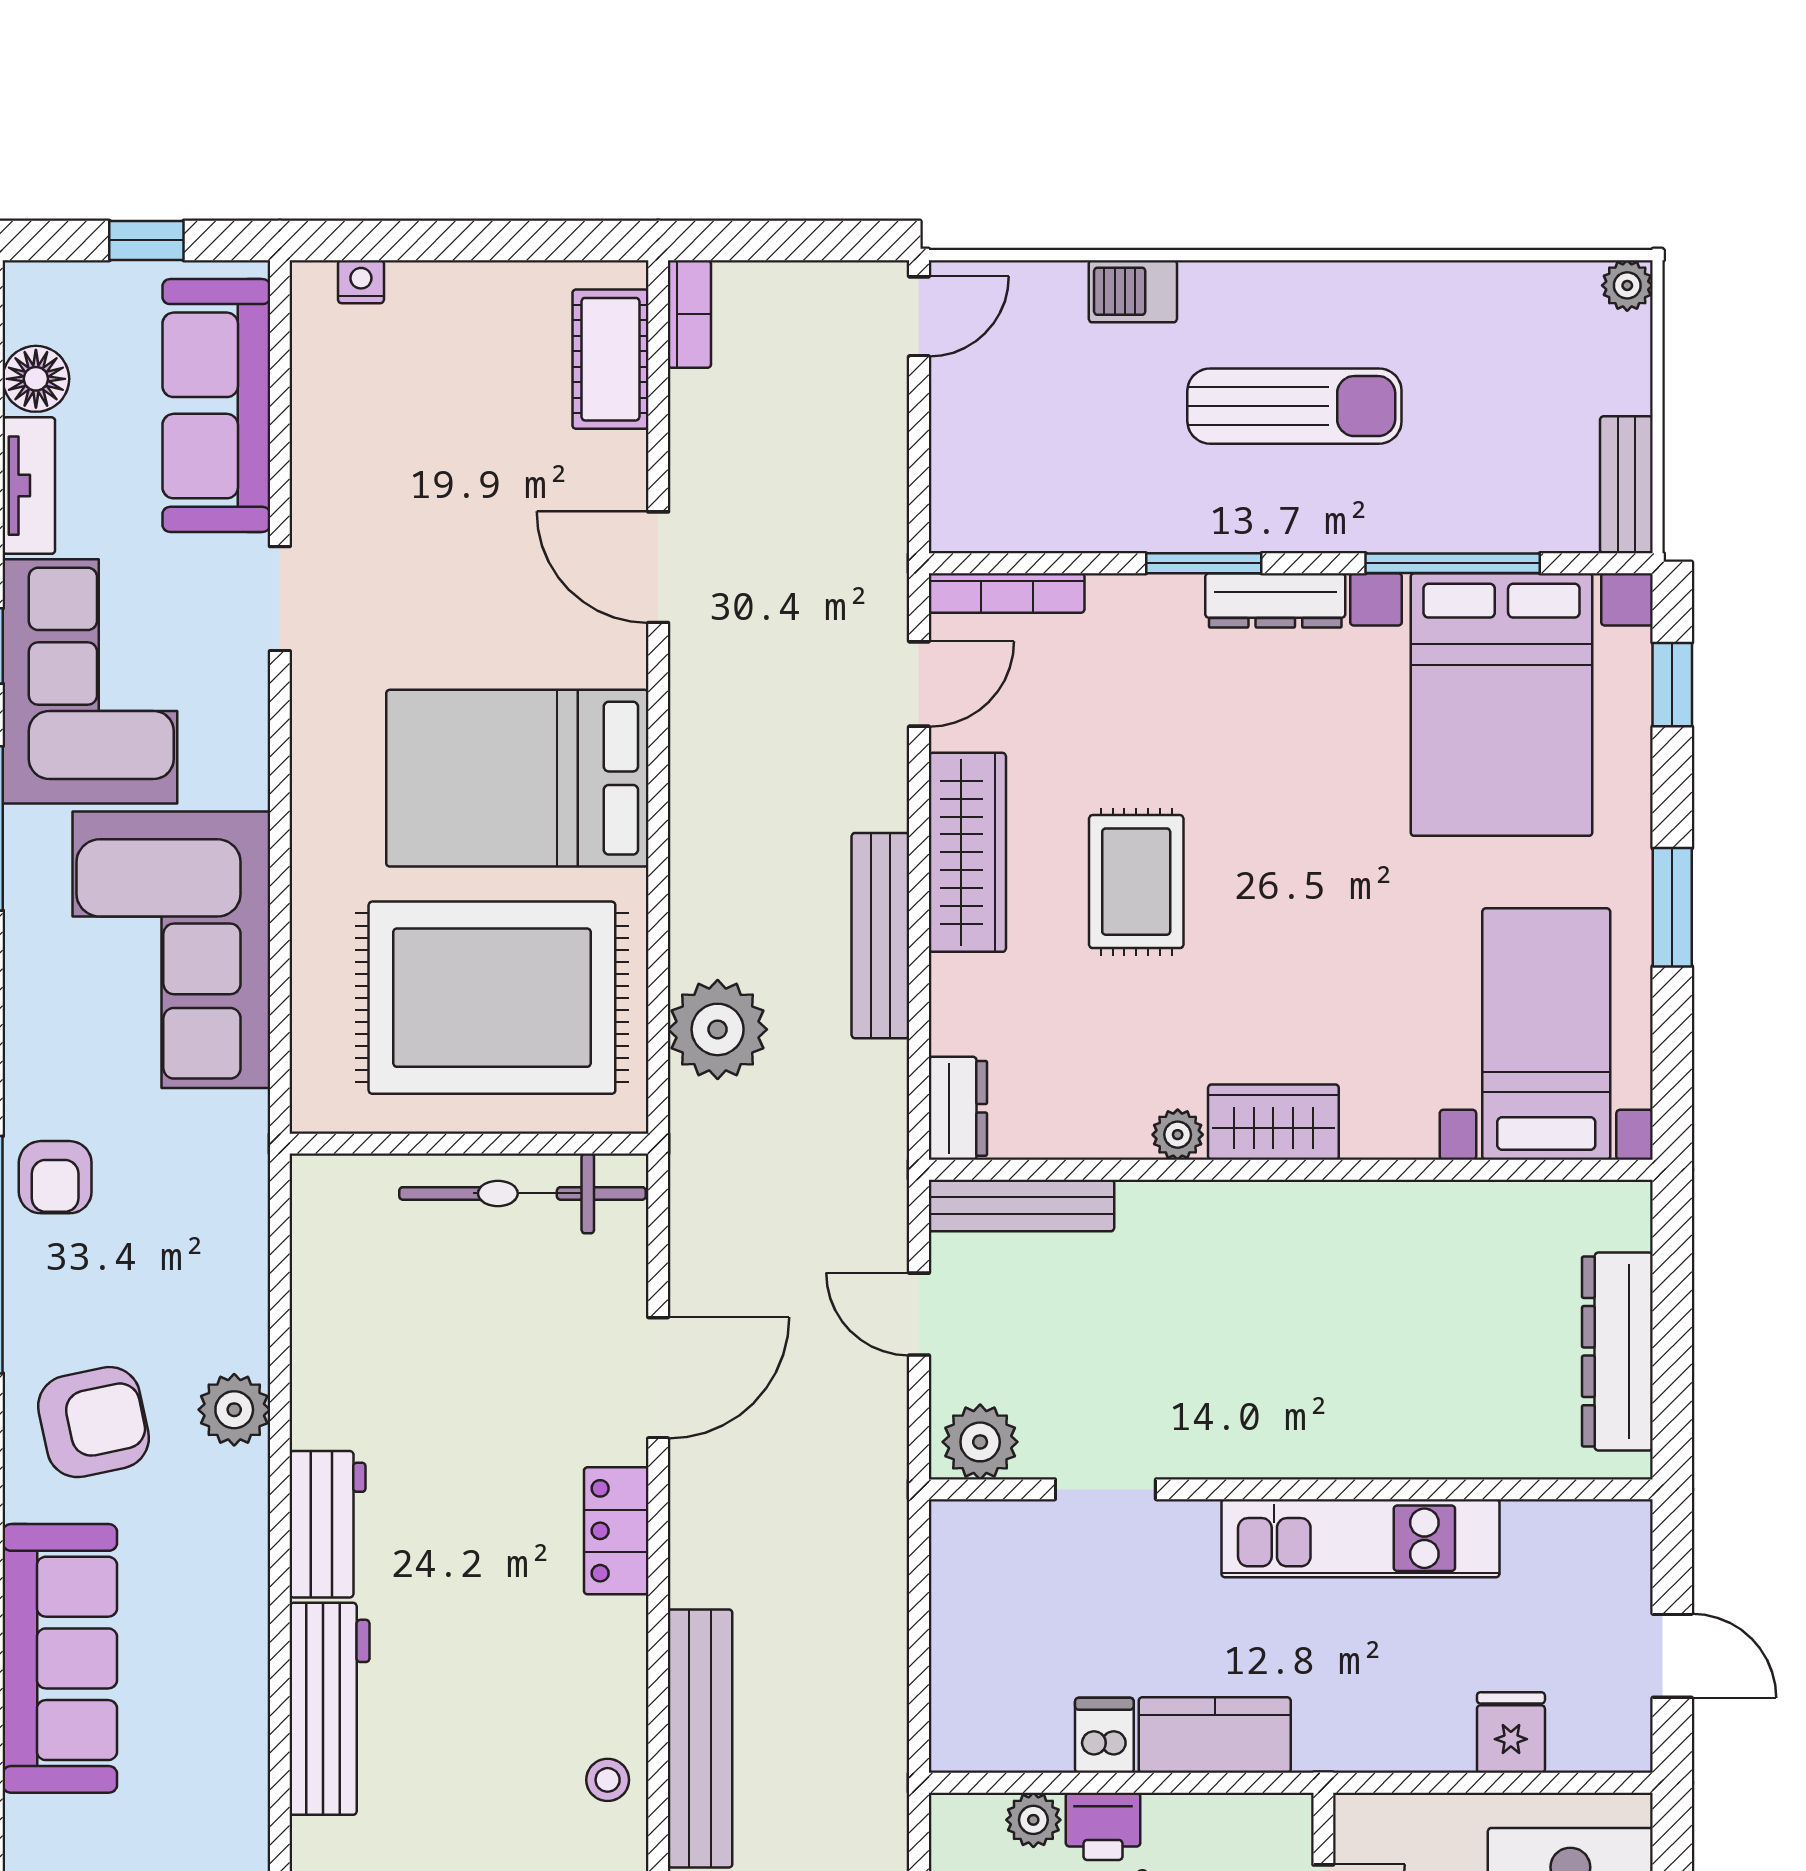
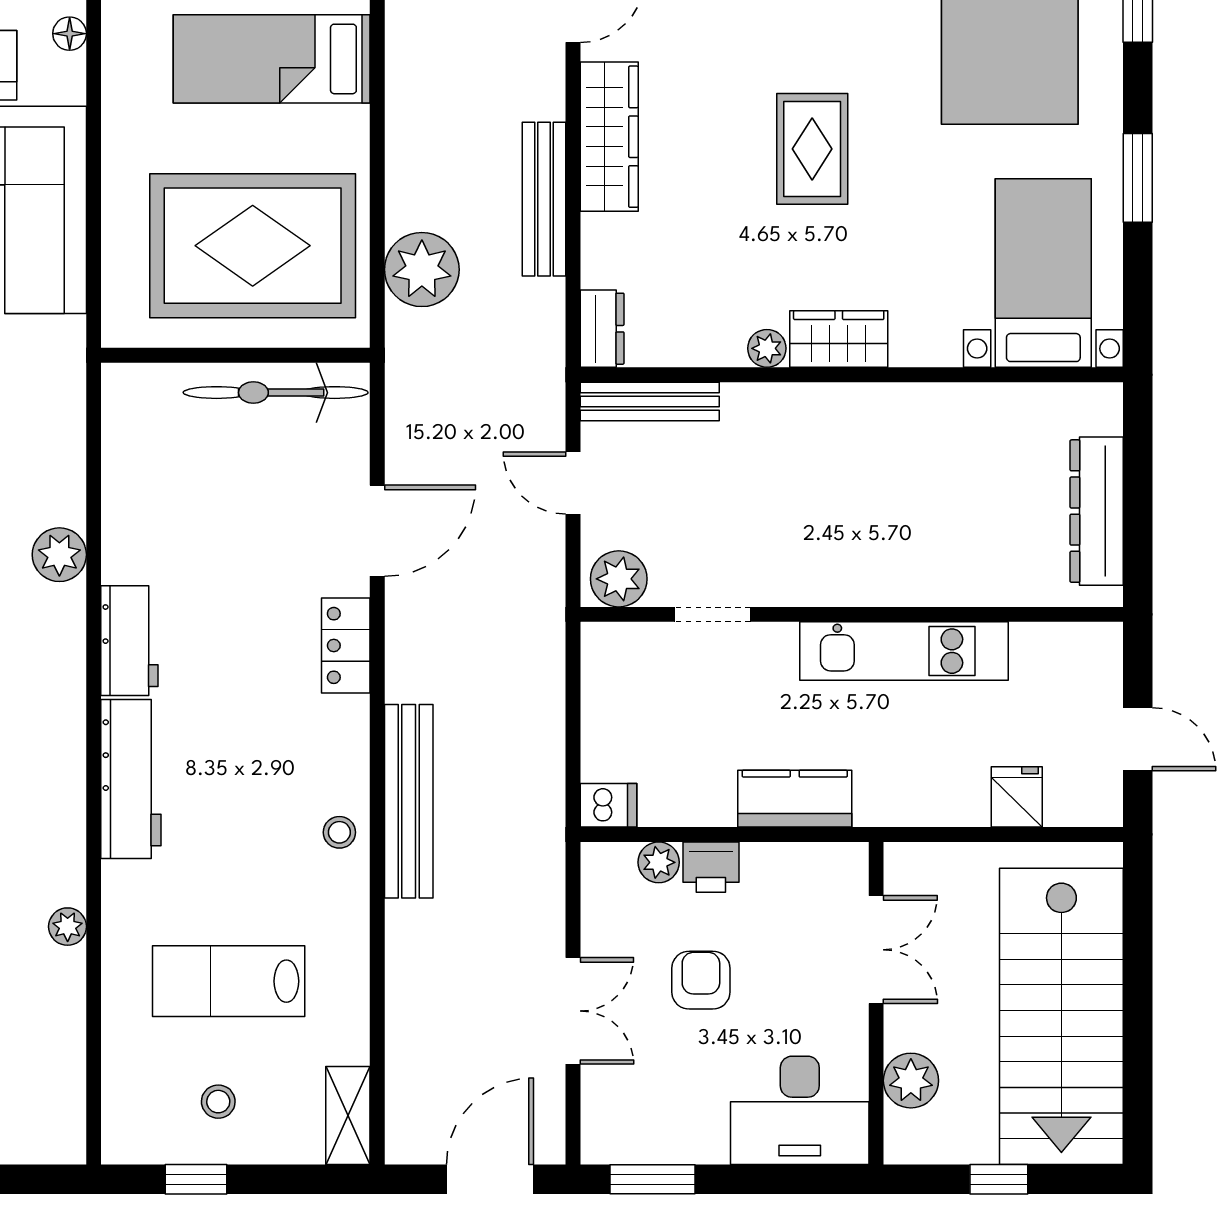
floor lamp: (248, 715) -> (70, 34), added
bed: (517, 778) -> (272, 59), width x0.67
rug: (1136, 882) -> (812, 149), moved
dishwasher: (1104, 1735) -> (608, 805), moved, turned 90

